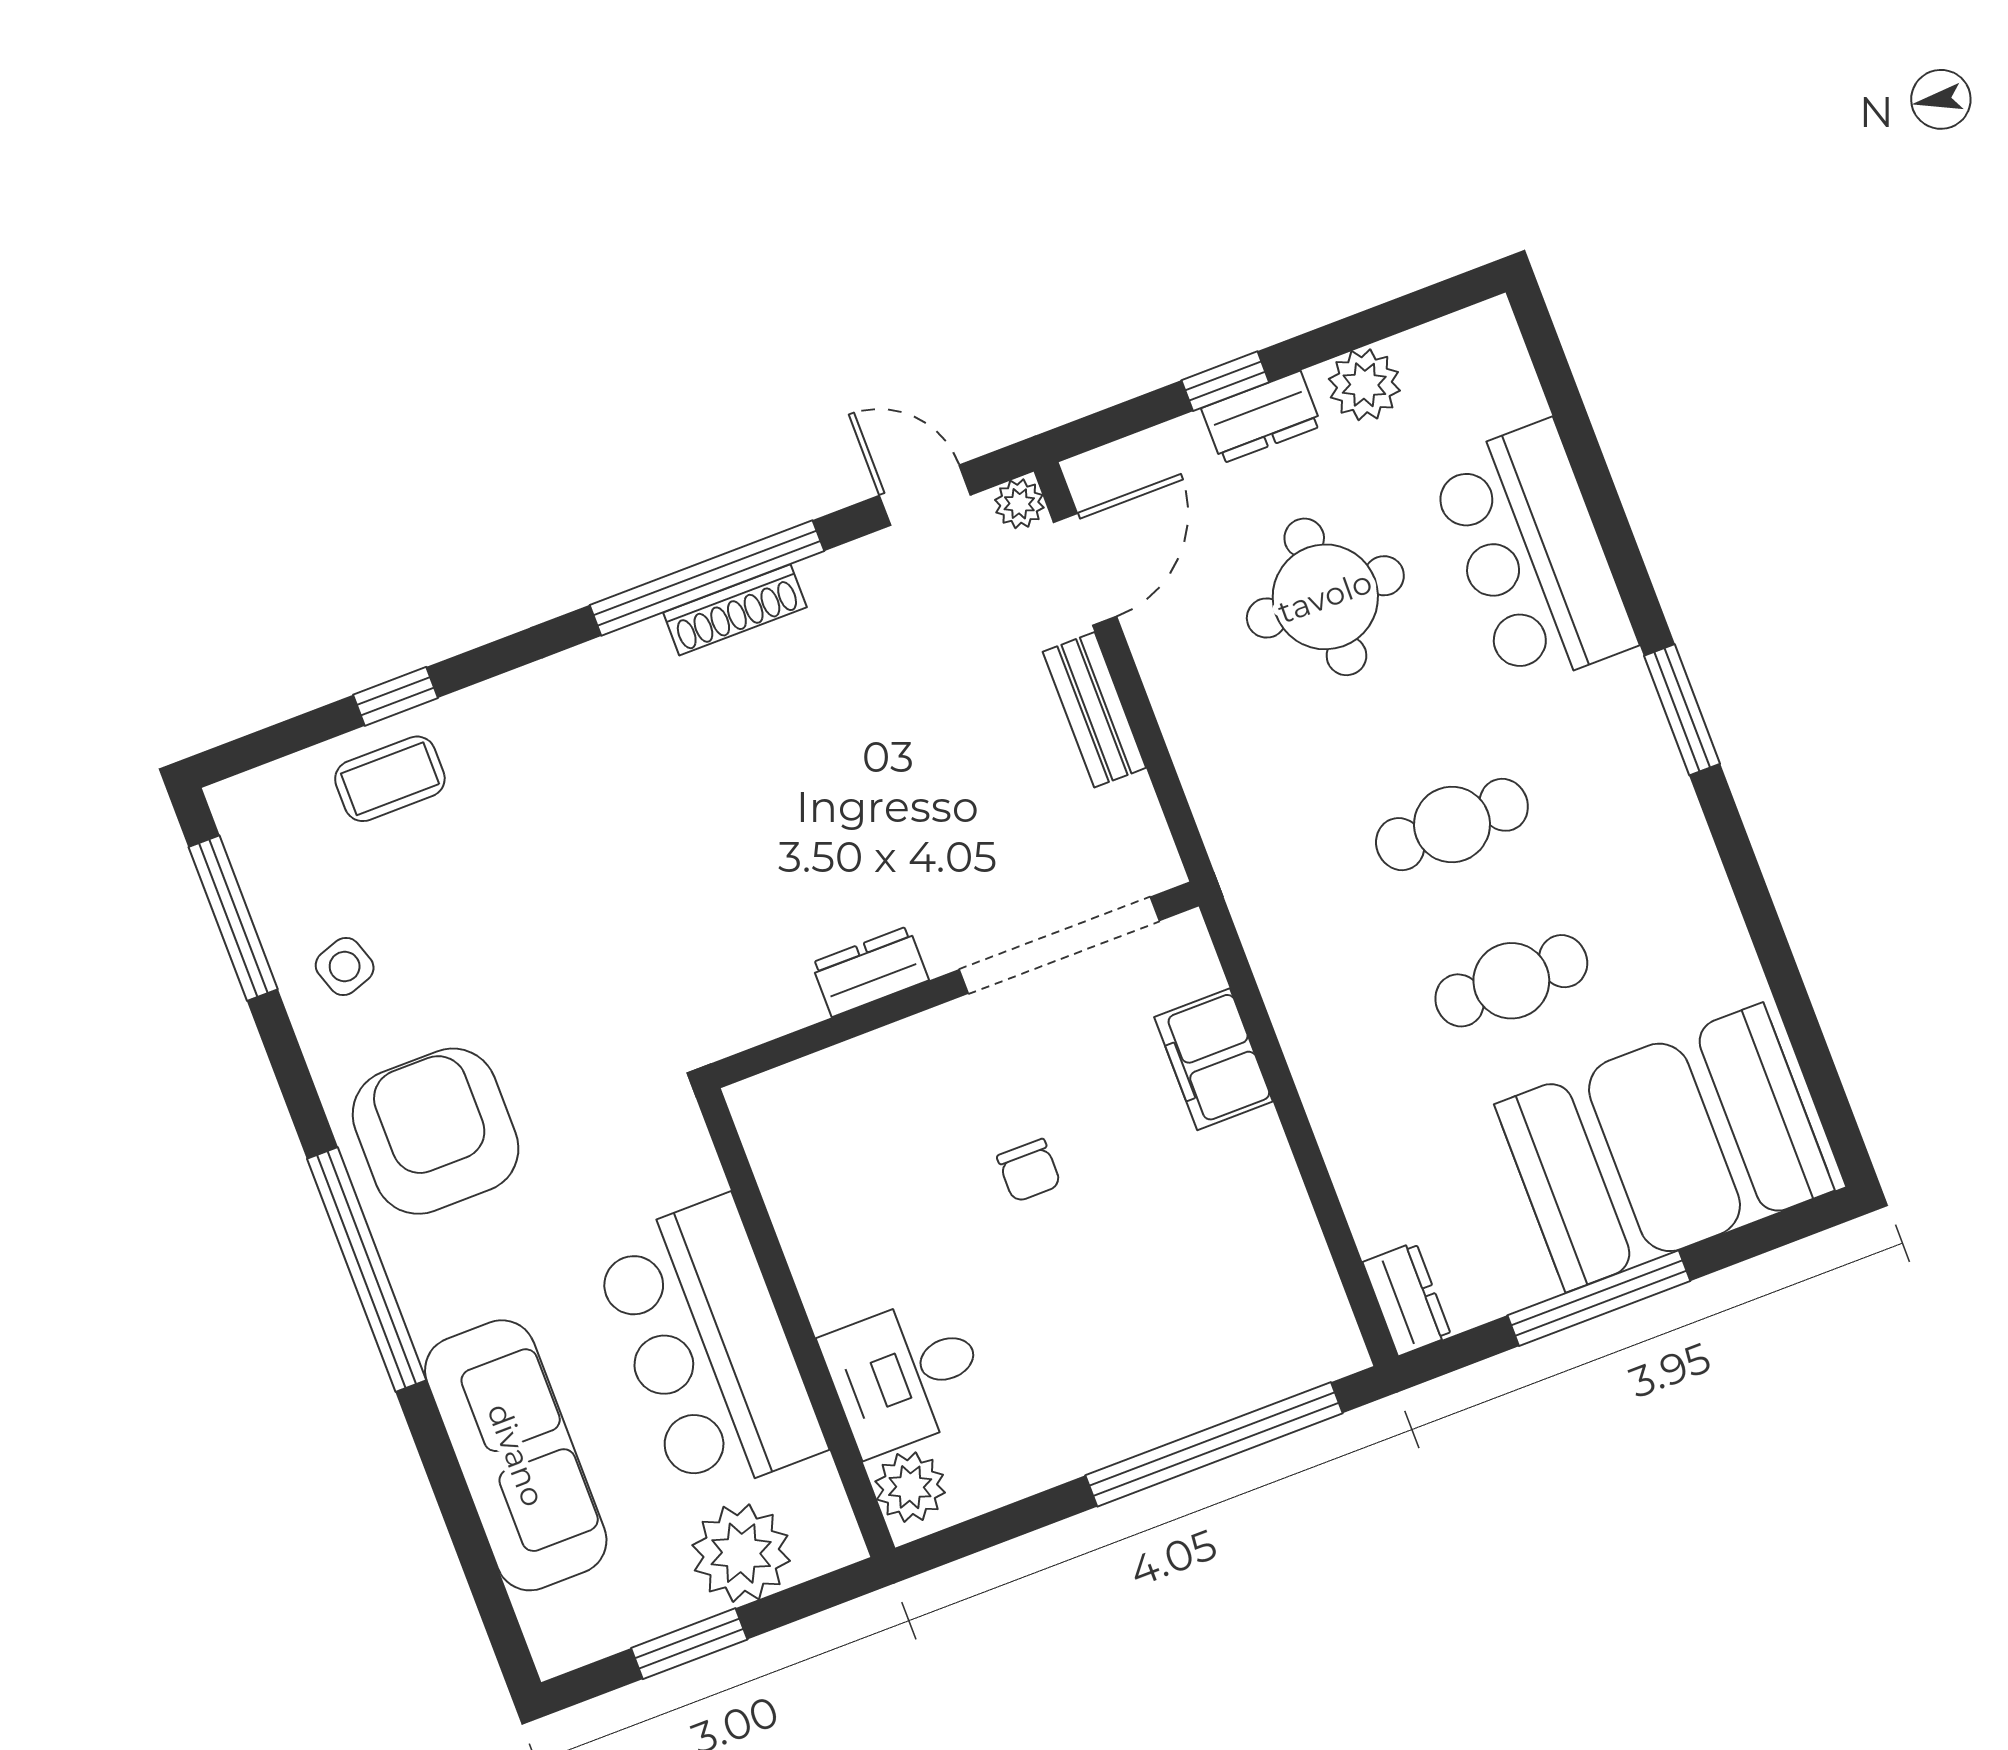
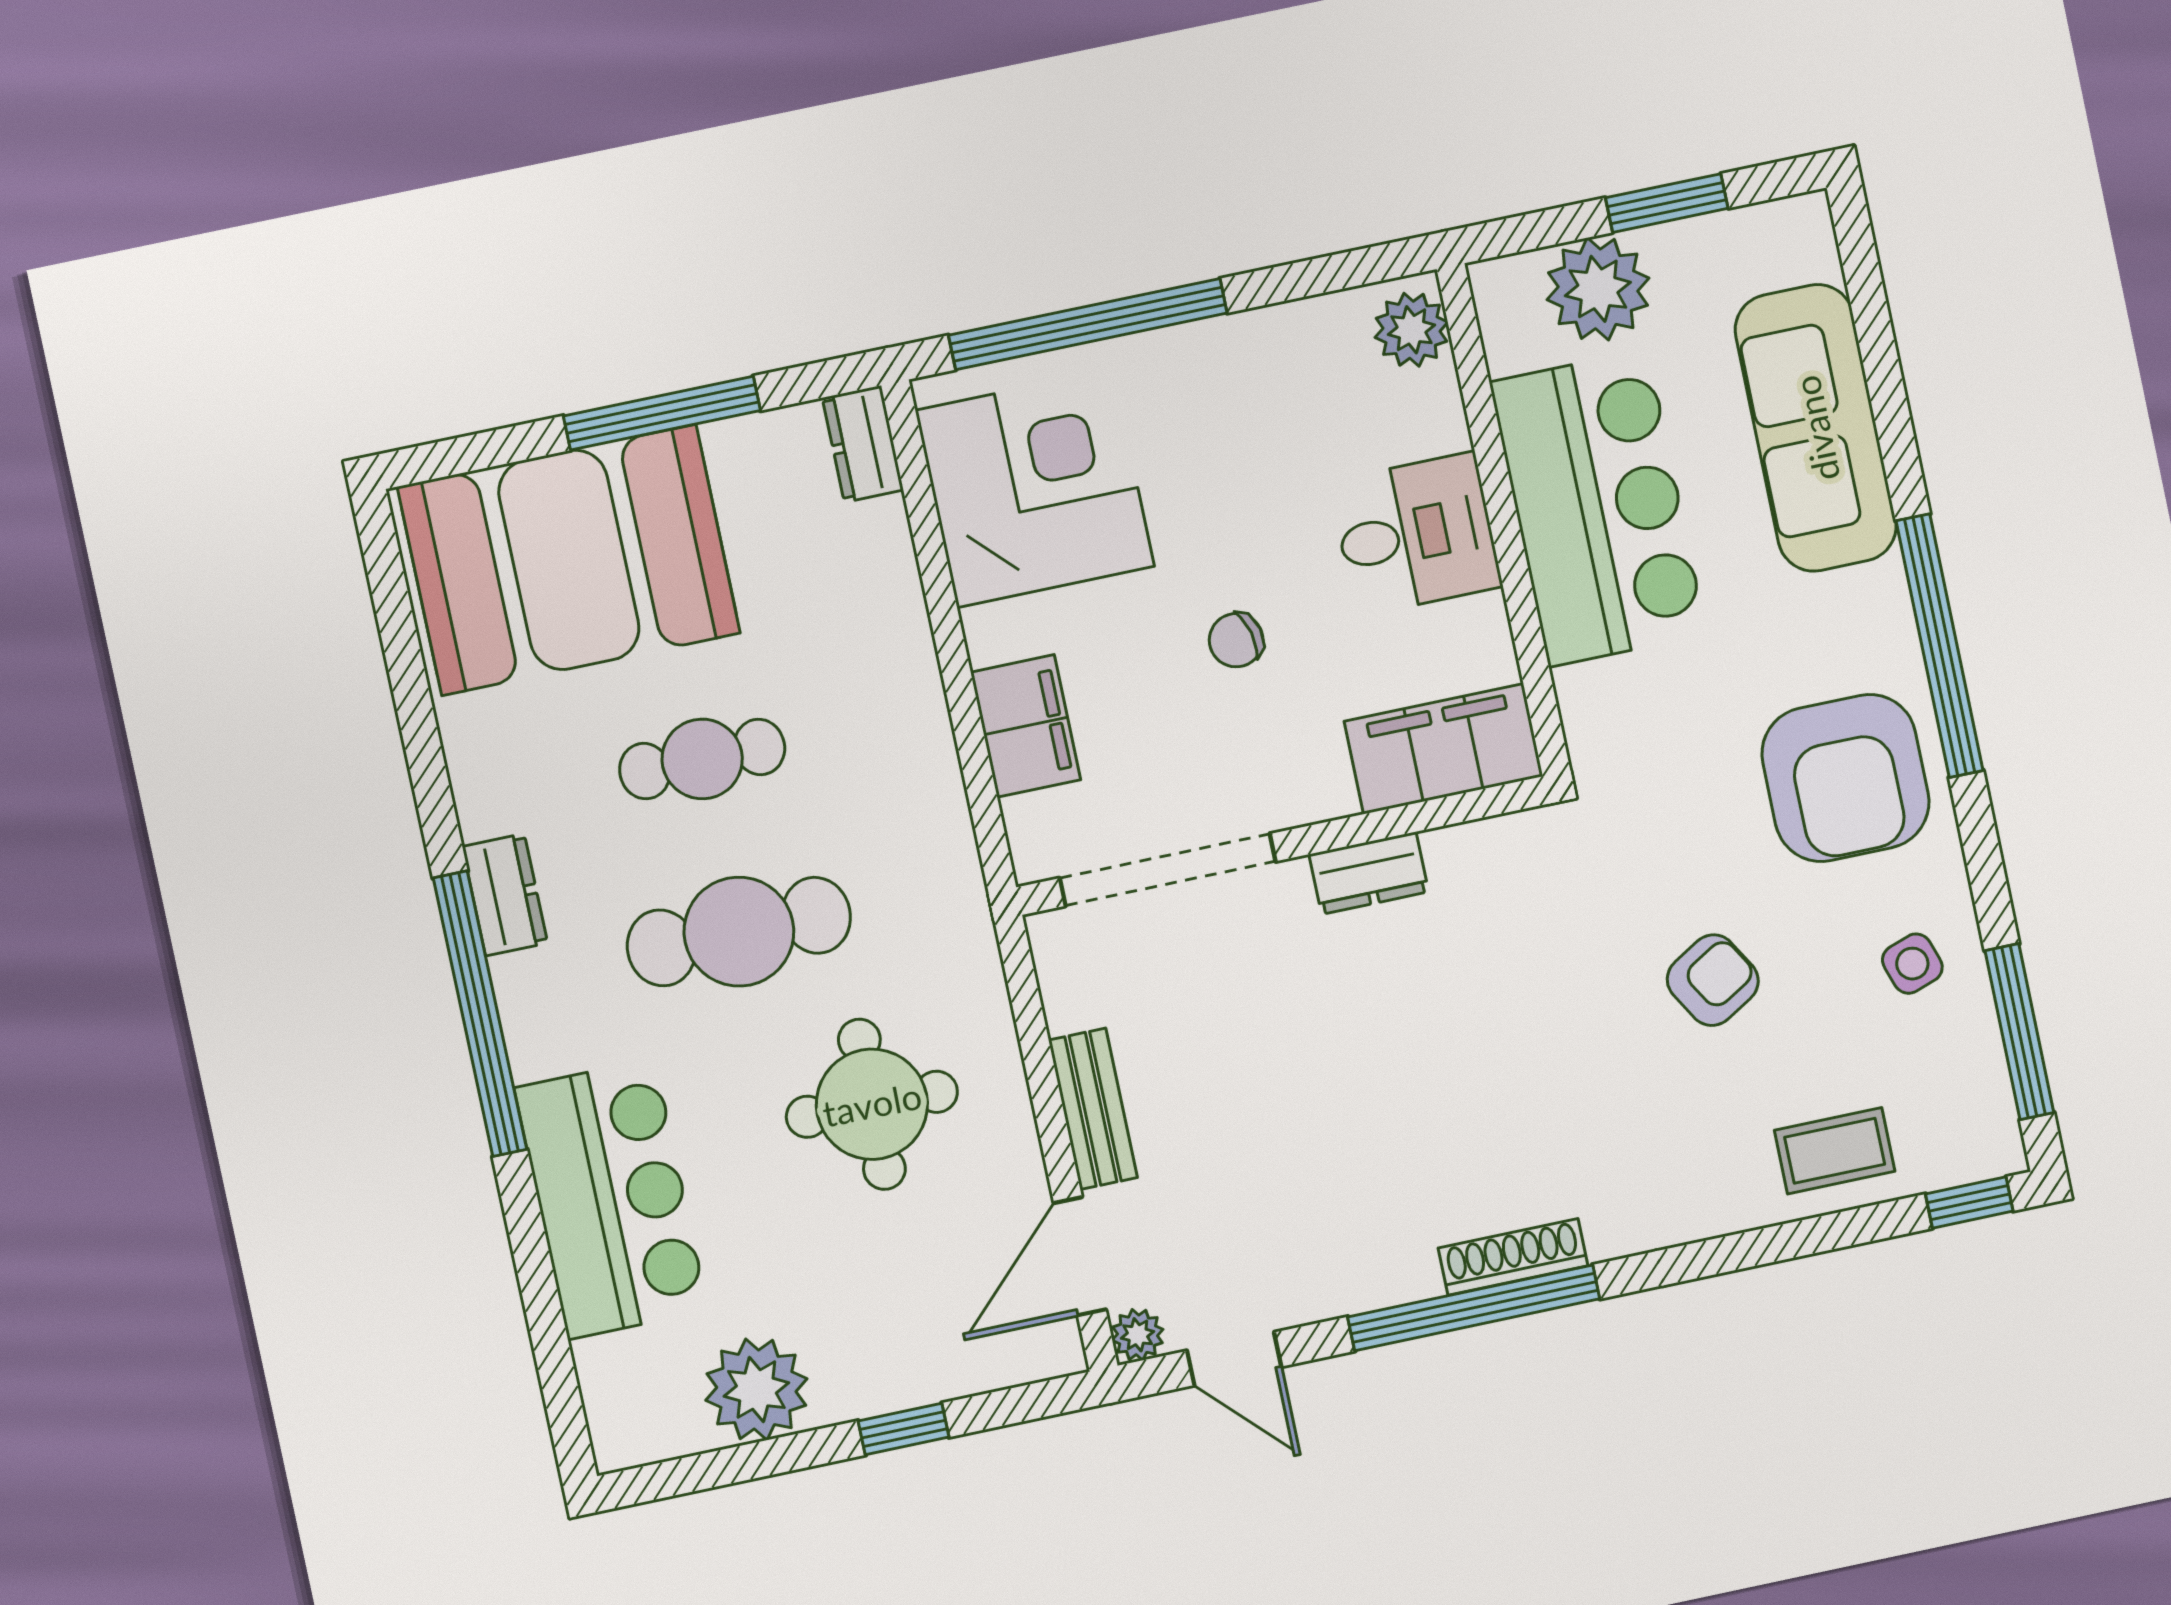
plant: (1364, 385) -> (756, 1389), width x1.36, depth x1.36
dresser: (1261, 417) -> (505, 895), moved, turned 90
round table: (1325, 597) -> (872, 1104), moved
shoe rack: (735, 610) -> (1513, 1257), moved
window: (396, 696) -> (1969, 1203), moved
window: (1682, 710) -> (480, 1014), width x2.11
cafe table: (1452, 824) -> (739, 932), width x1.37, depth x1.35
armchair: (530, 922) -> (1713, 980), added
filing cabinet: (818, 1099) -> (1444, 749), added
chair: (1029, 1171) -> (1236, 640), turned -104
corner desk: (1240, 1283) -> (1035, 488), added
desk: (906, 1375) -> (1416, 534), moved

